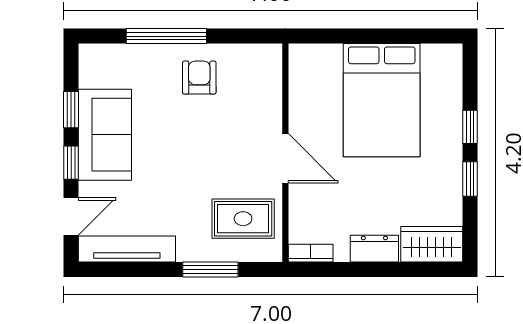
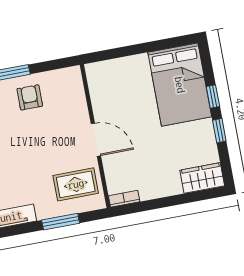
bed: (382, 100) -> (180, 85), moved
dresser: (374, 249) -> (165, 188), removed

